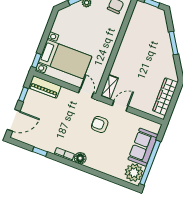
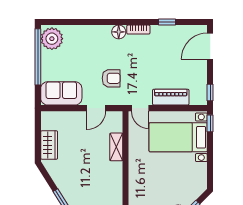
piano: (45, 87) -> (171, 97), moved
shelving: (109, 87) -> (116, 147), moved
window: (23, 94) -> (210, 93), moved
wardrobe: (165, 97) -> (49, 145), width x0.67
sofa: (143, 147) -> (61, 93), moved, turned -90

